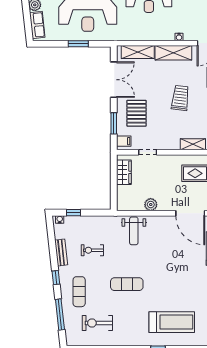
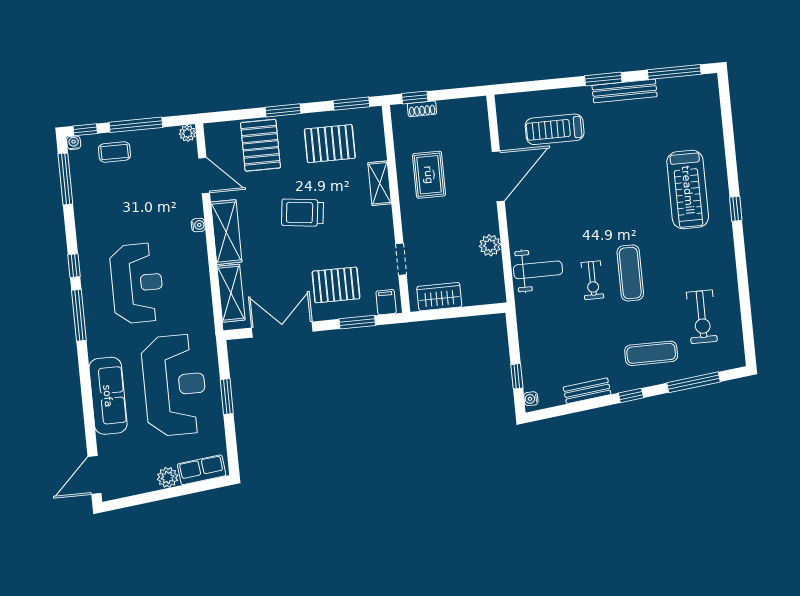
exercise bike: (92, 250) -> (592, 280), moved
treadmill: (172, 322) -> (688, 190), turned 180

